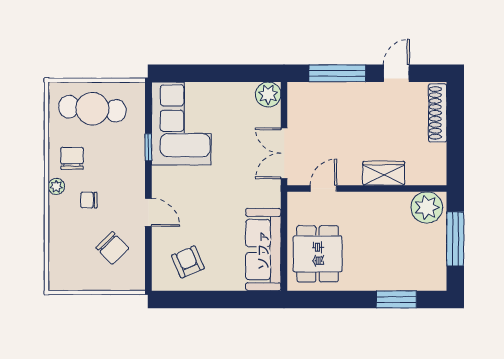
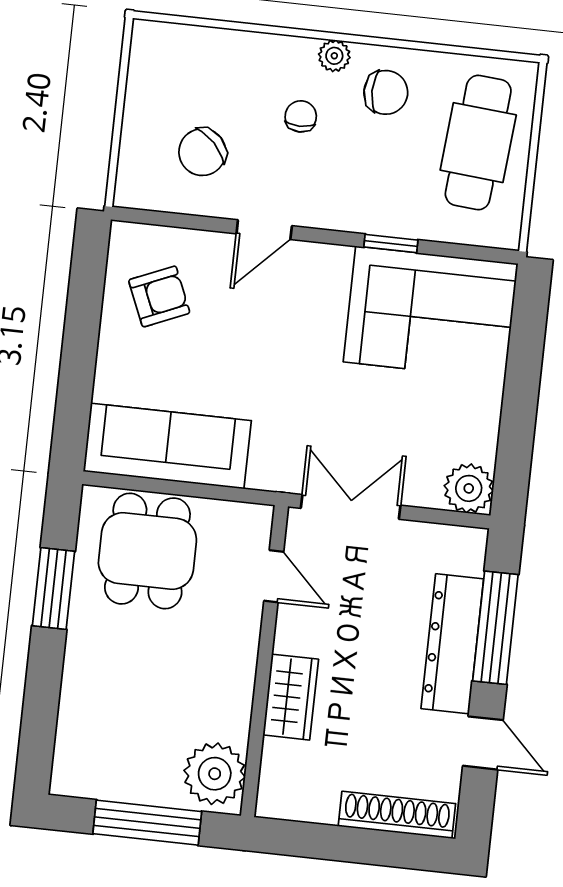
dresser: (348, 94) -> (452, 644), added
dining table: (318, 254) -> (147, 551), turned 90
window: (396, 299) -> (53, 589), moved

